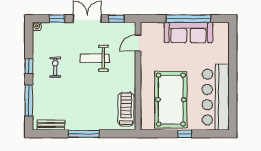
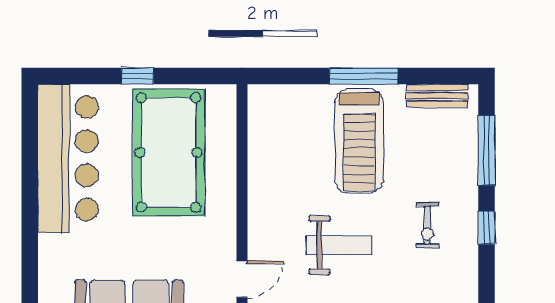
treadmill: (126, 109) -> (359, 141), moved, width x1.37, depth x1.38

